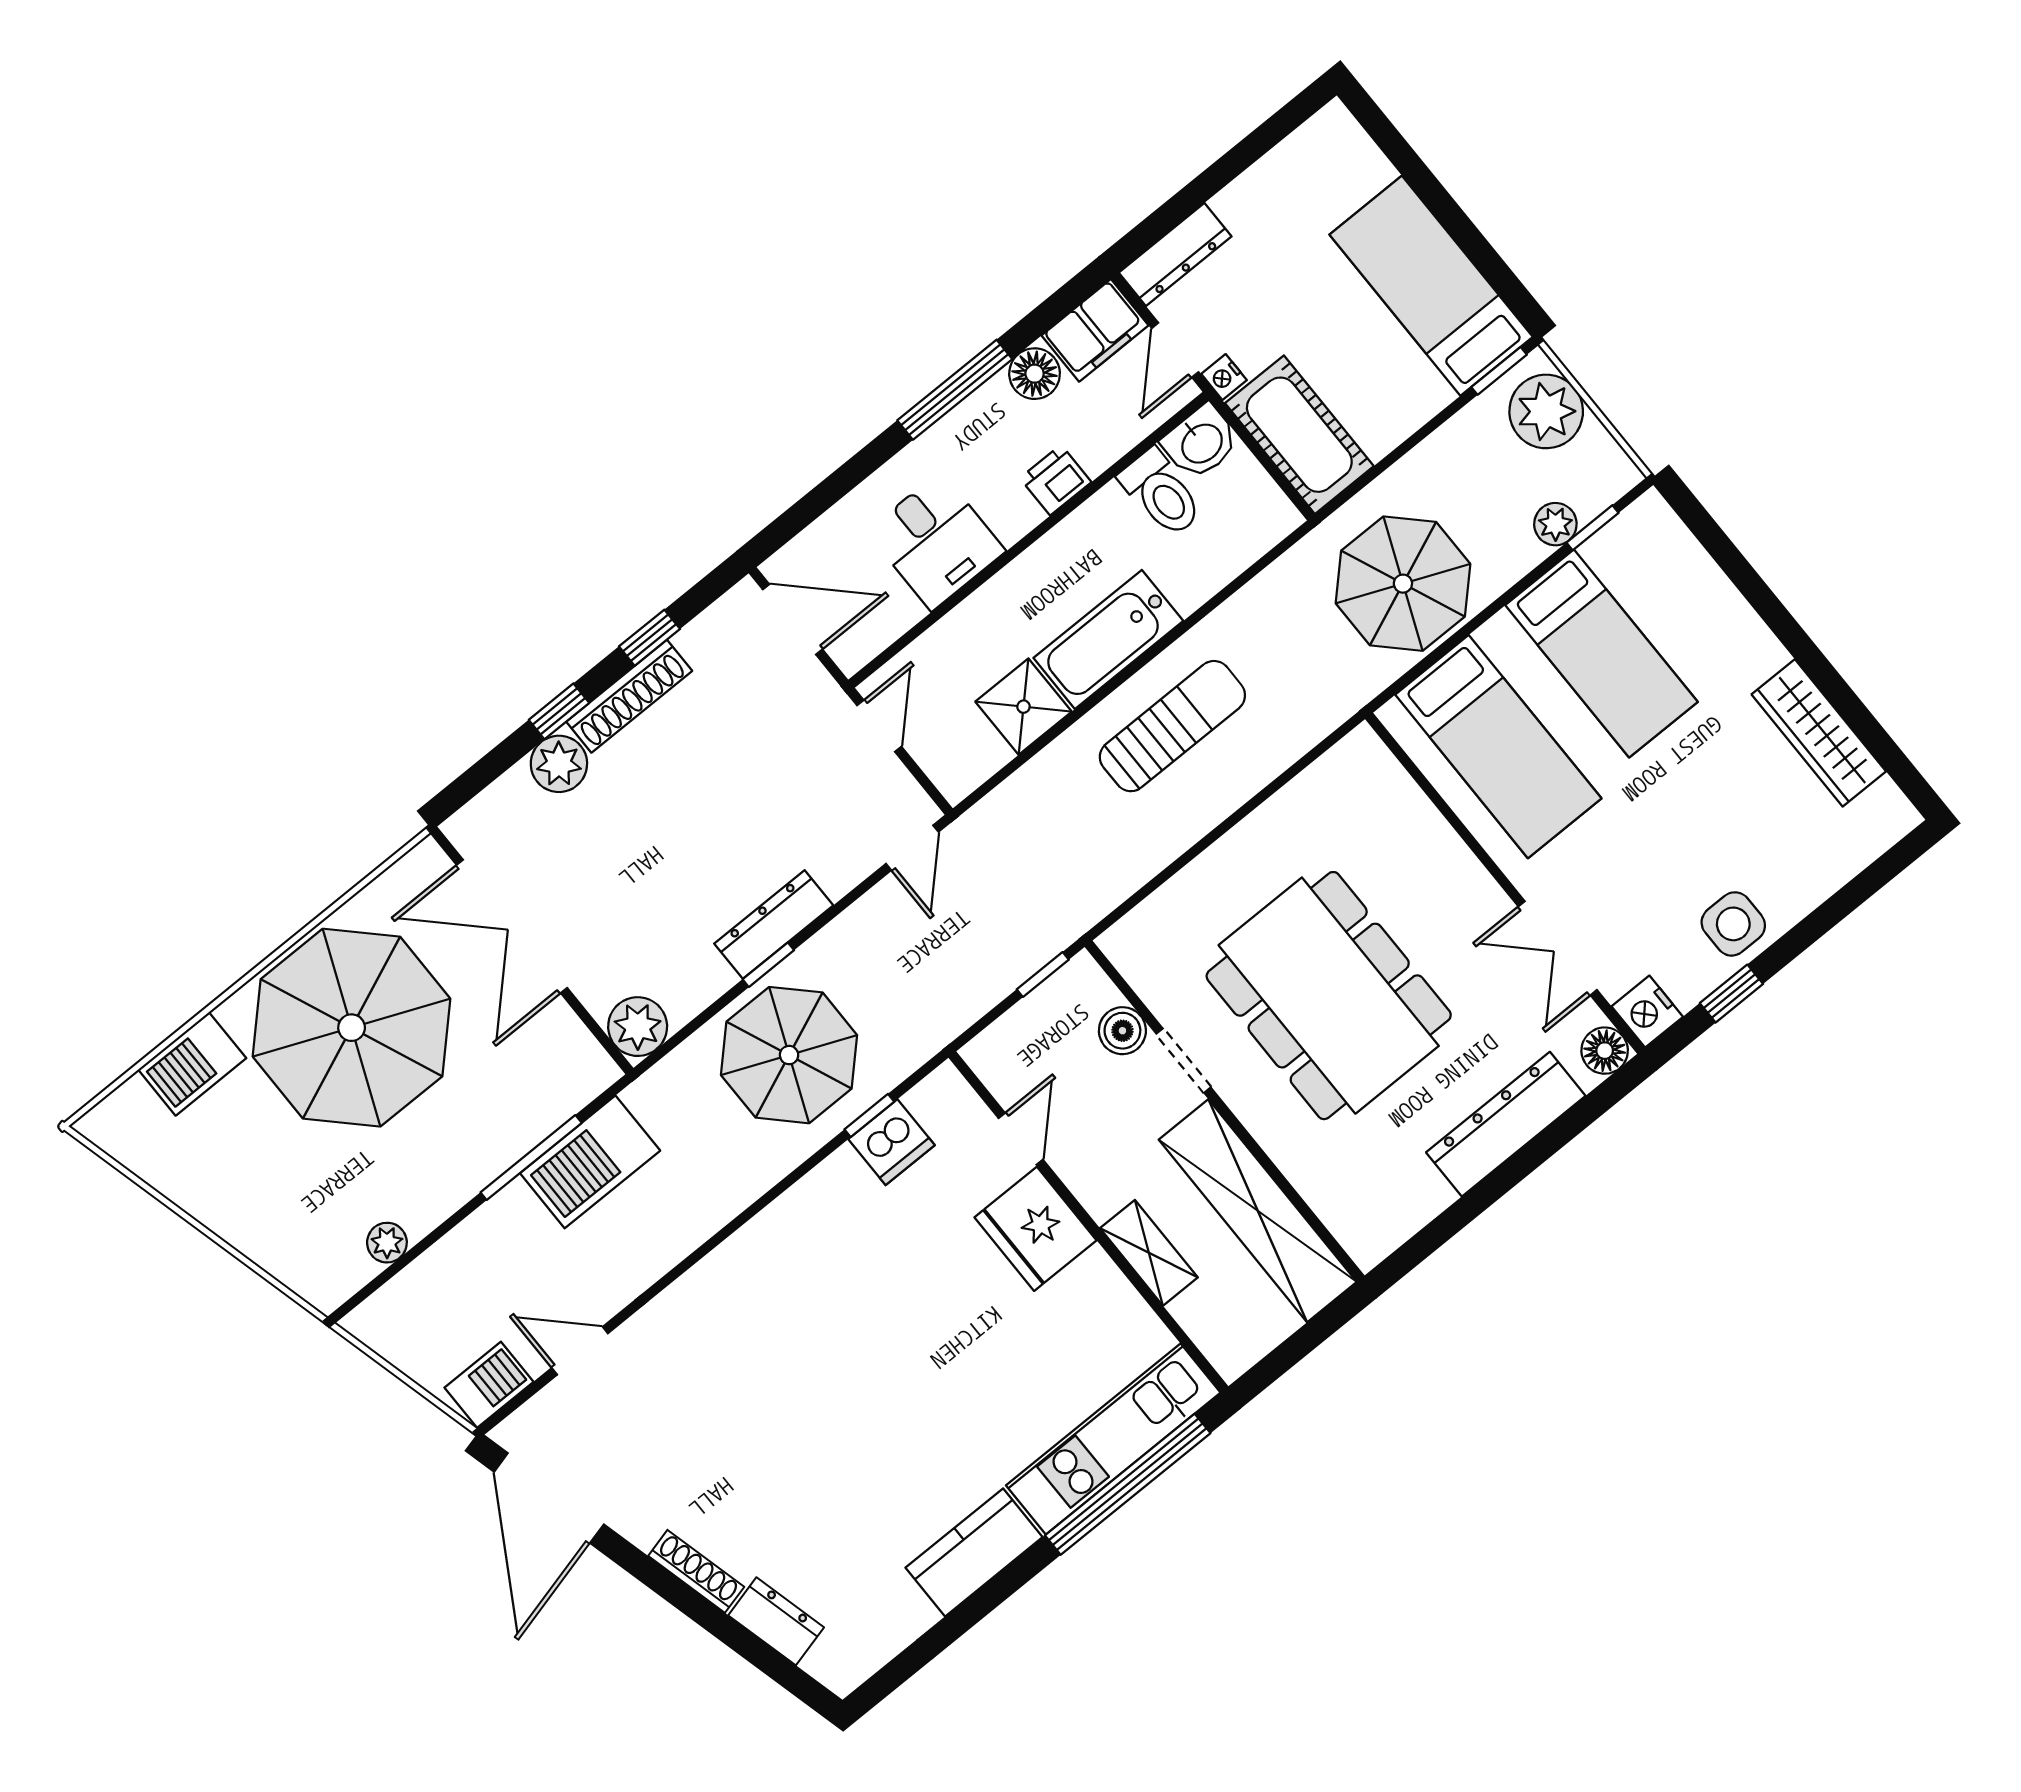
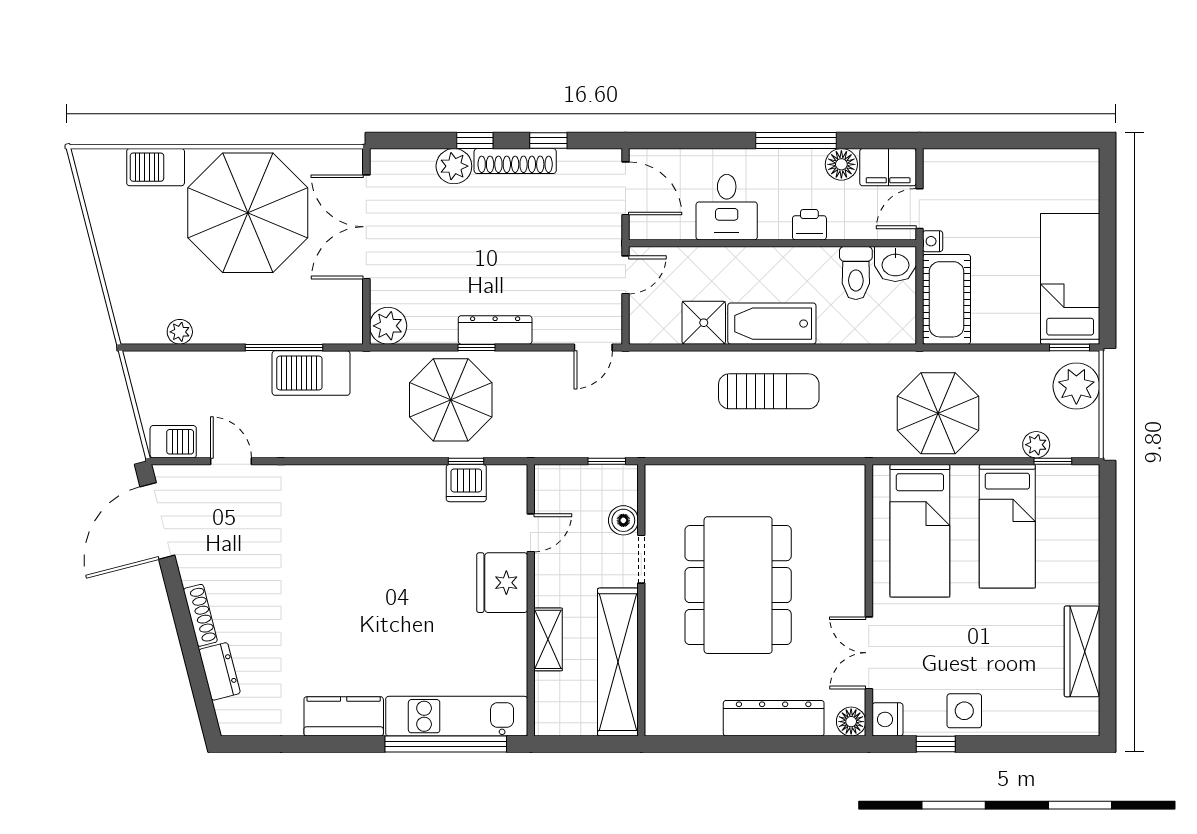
dresser: (1175, 255) -> (957, 162), removed

